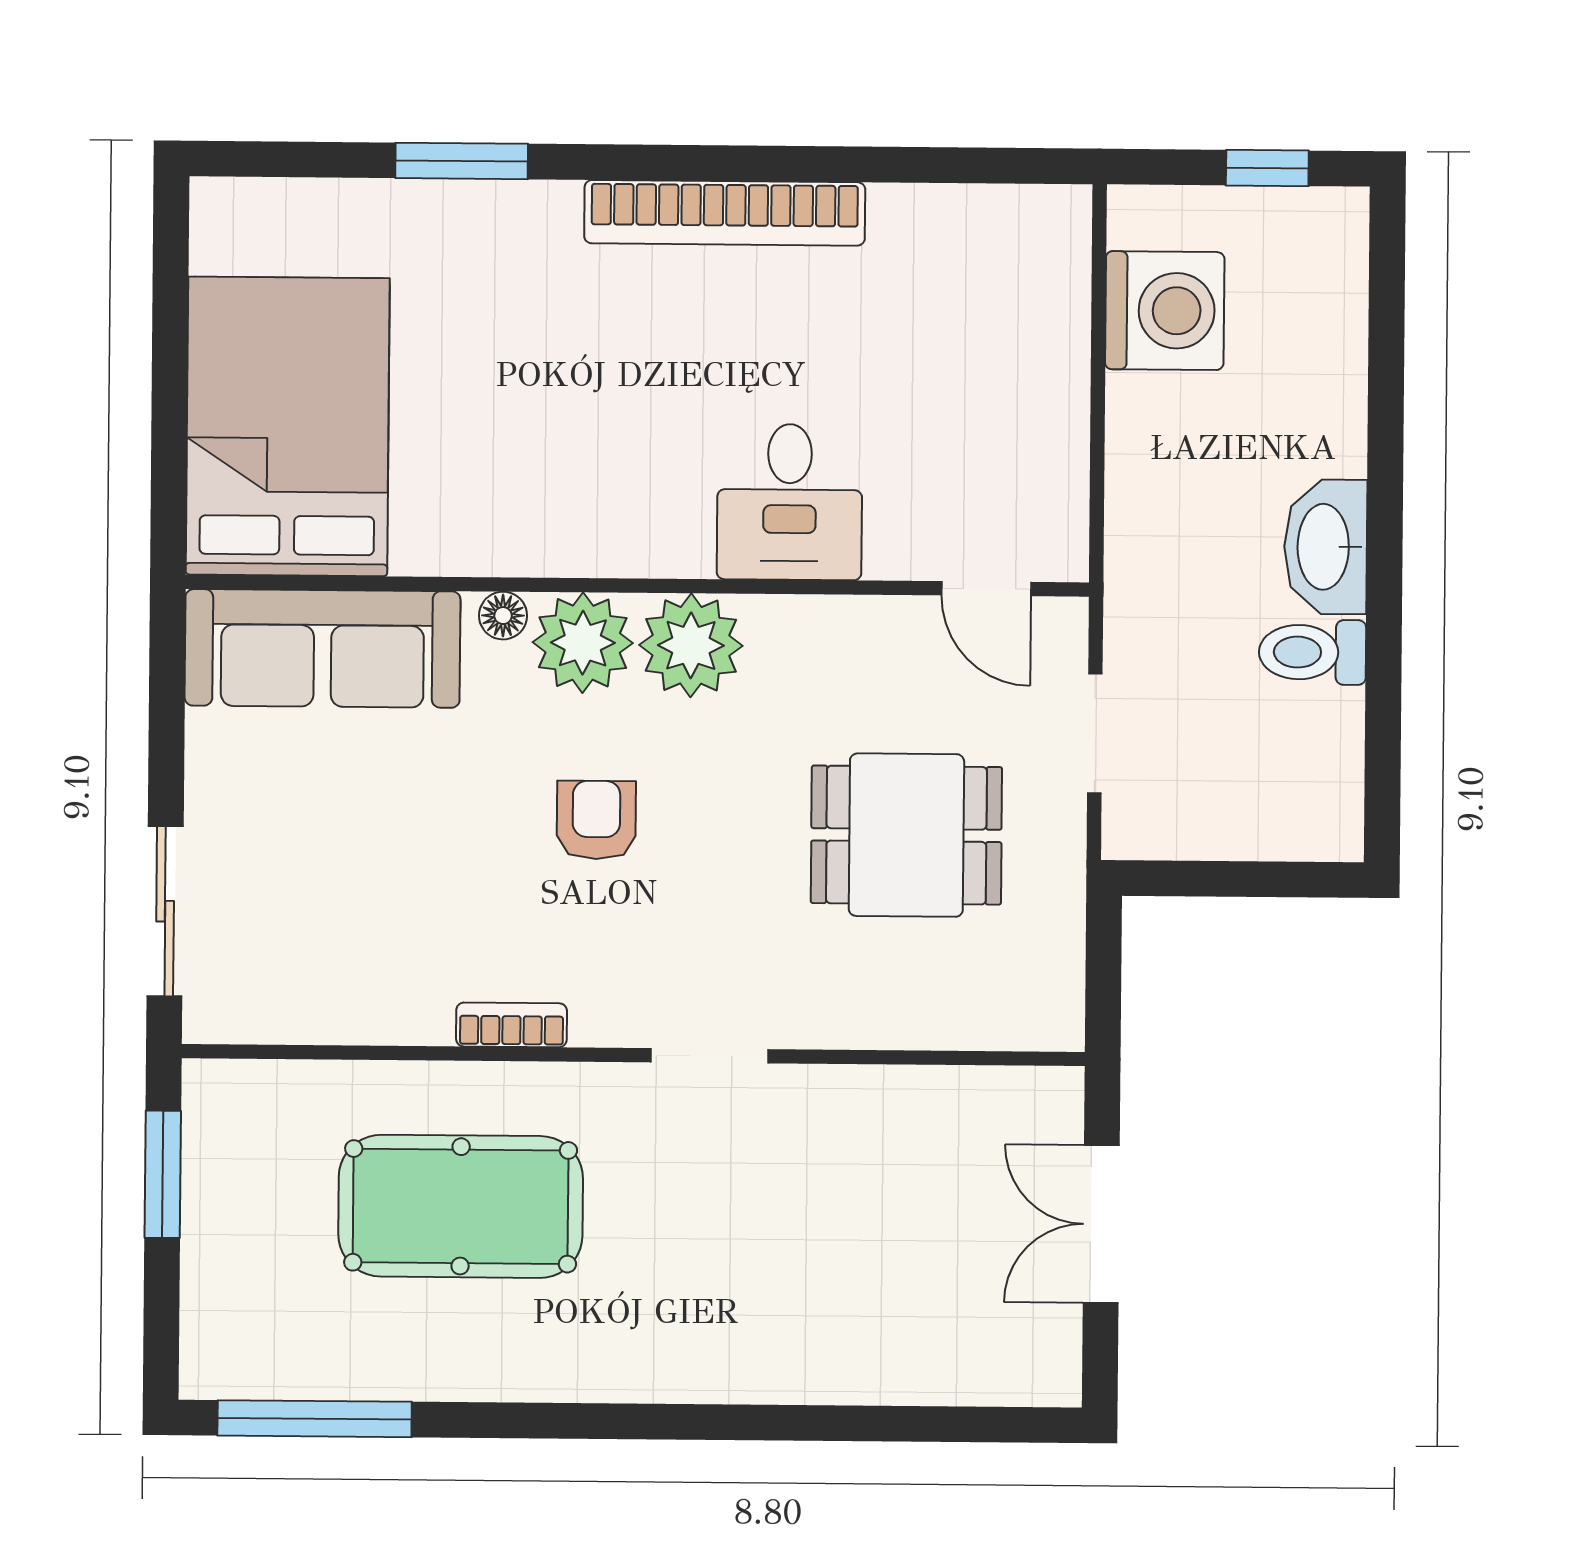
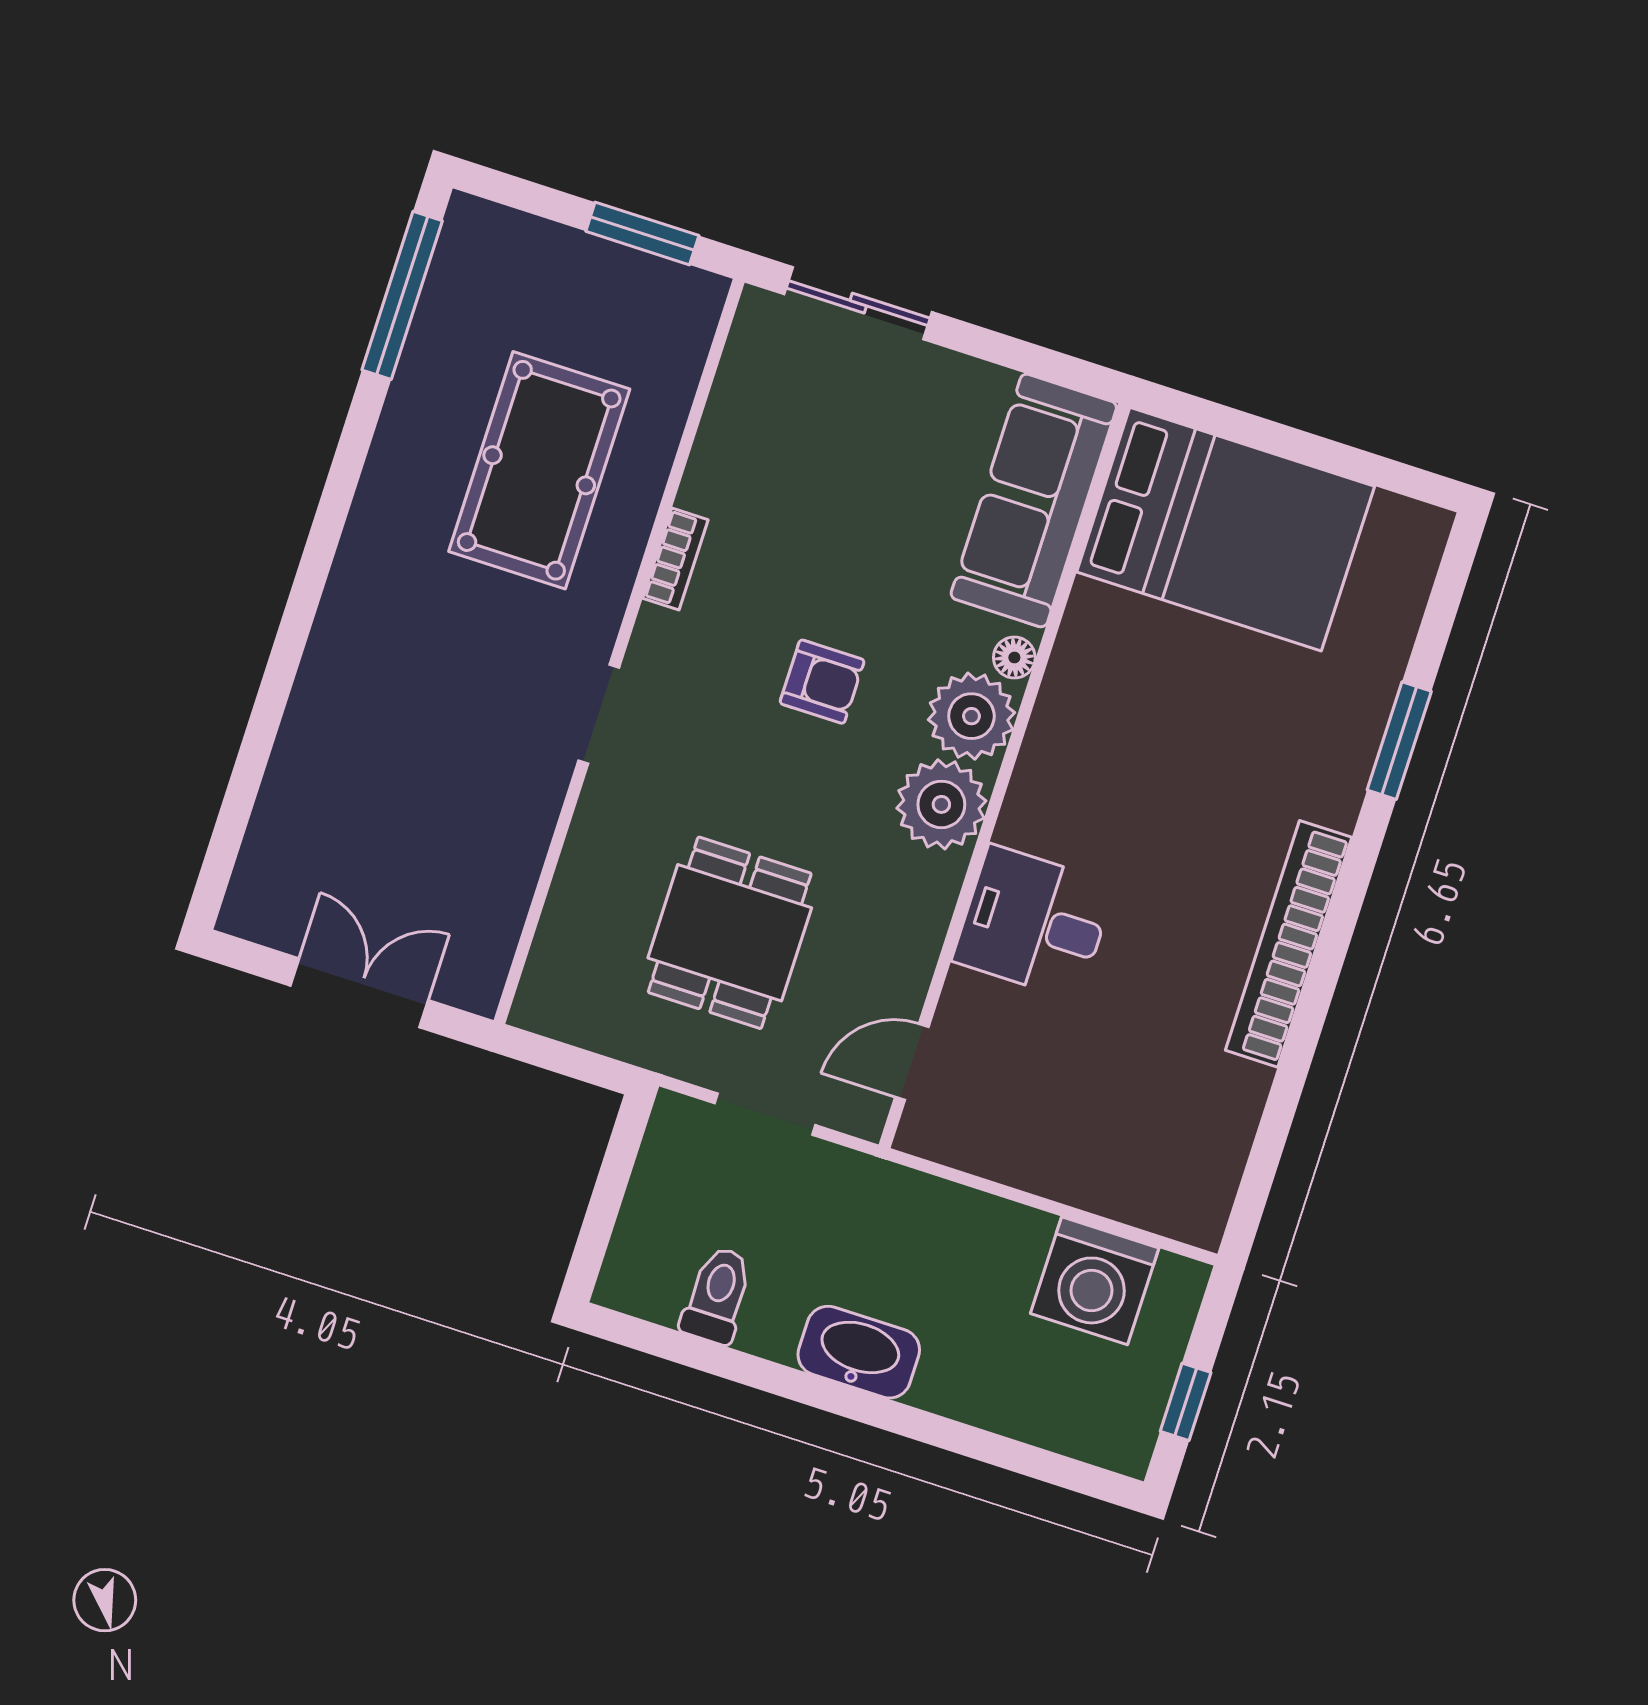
toilet: (1312, 652) -> (717, 1295), moved

